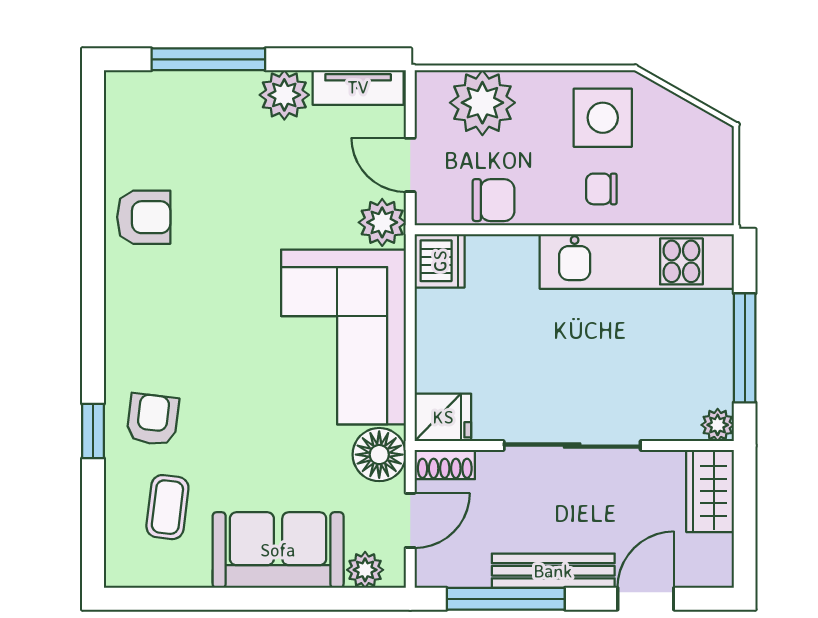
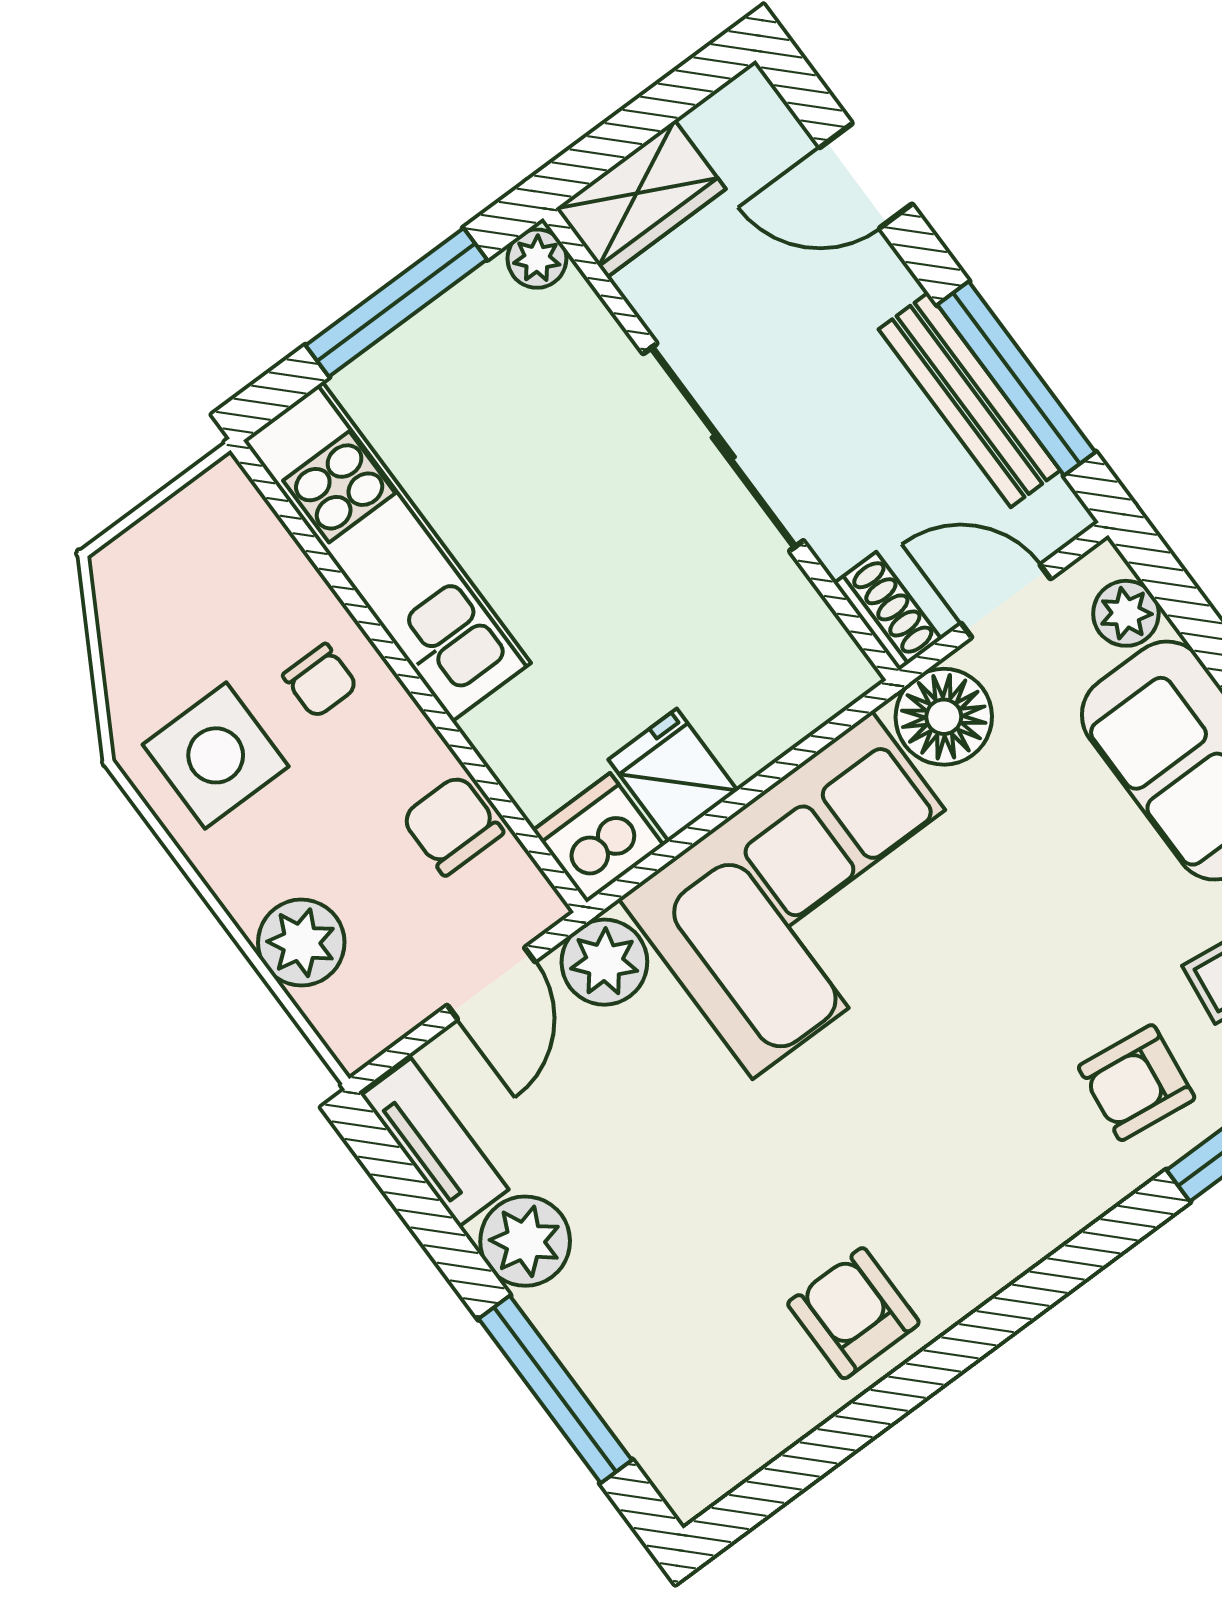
plant: (482, 103) -> (301, 943), width x0.73, depth x0.73
fridge: (443, 417) -> (673, 775), moved
bench: (553, 571) -> (969, 400), moved

